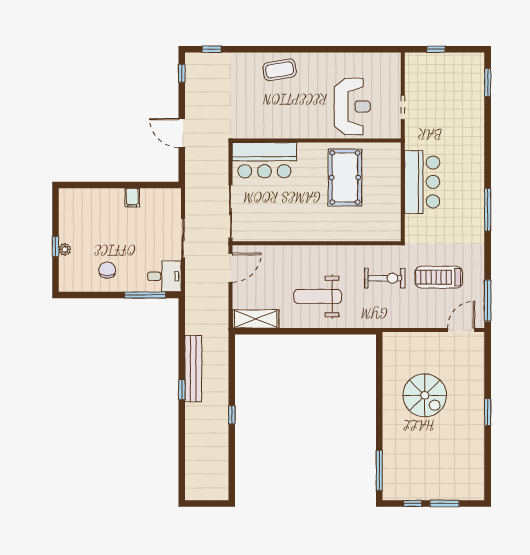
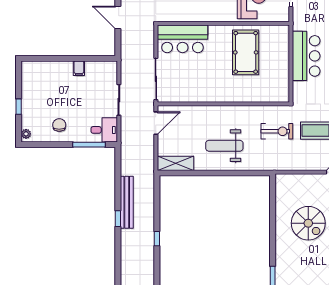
plant: (65, 249) -> (26, 134), moved

